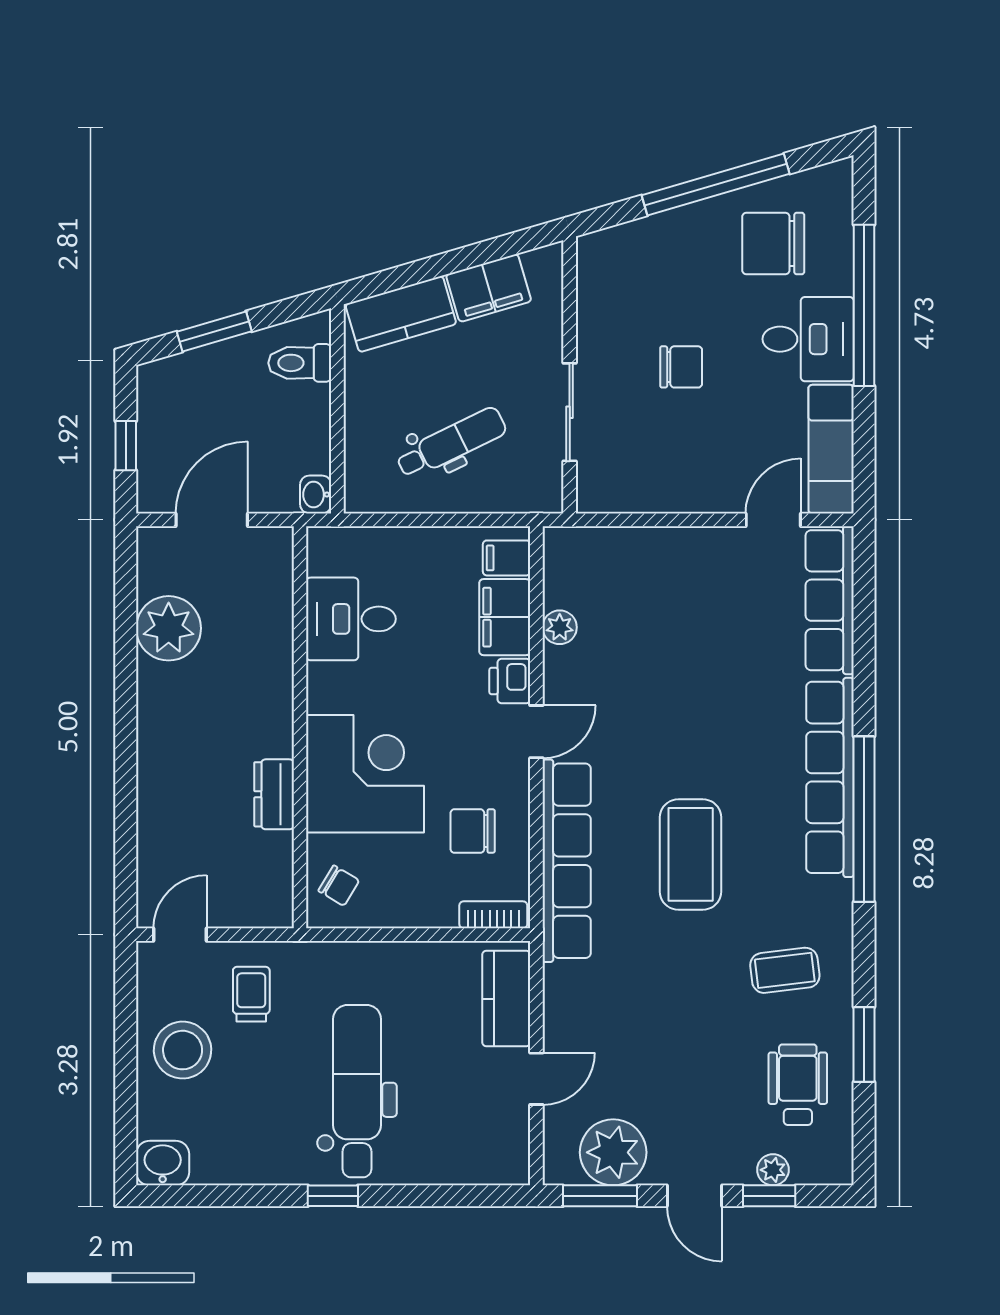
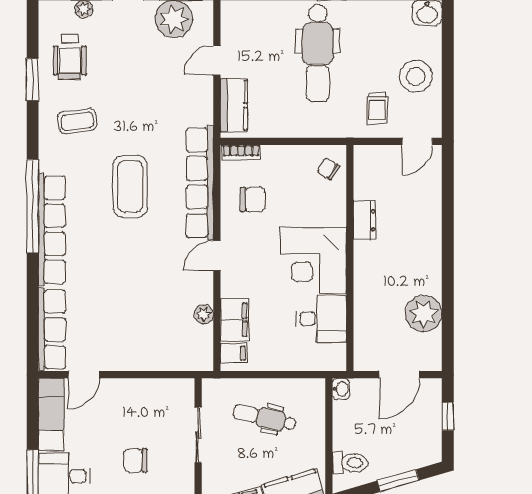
dental chair: (451, 443) -> (265, 418), turned 39
printer: (510, 681) -> (232, 284), removed
corner desk: (365, 774) -> (313, 261), moved

